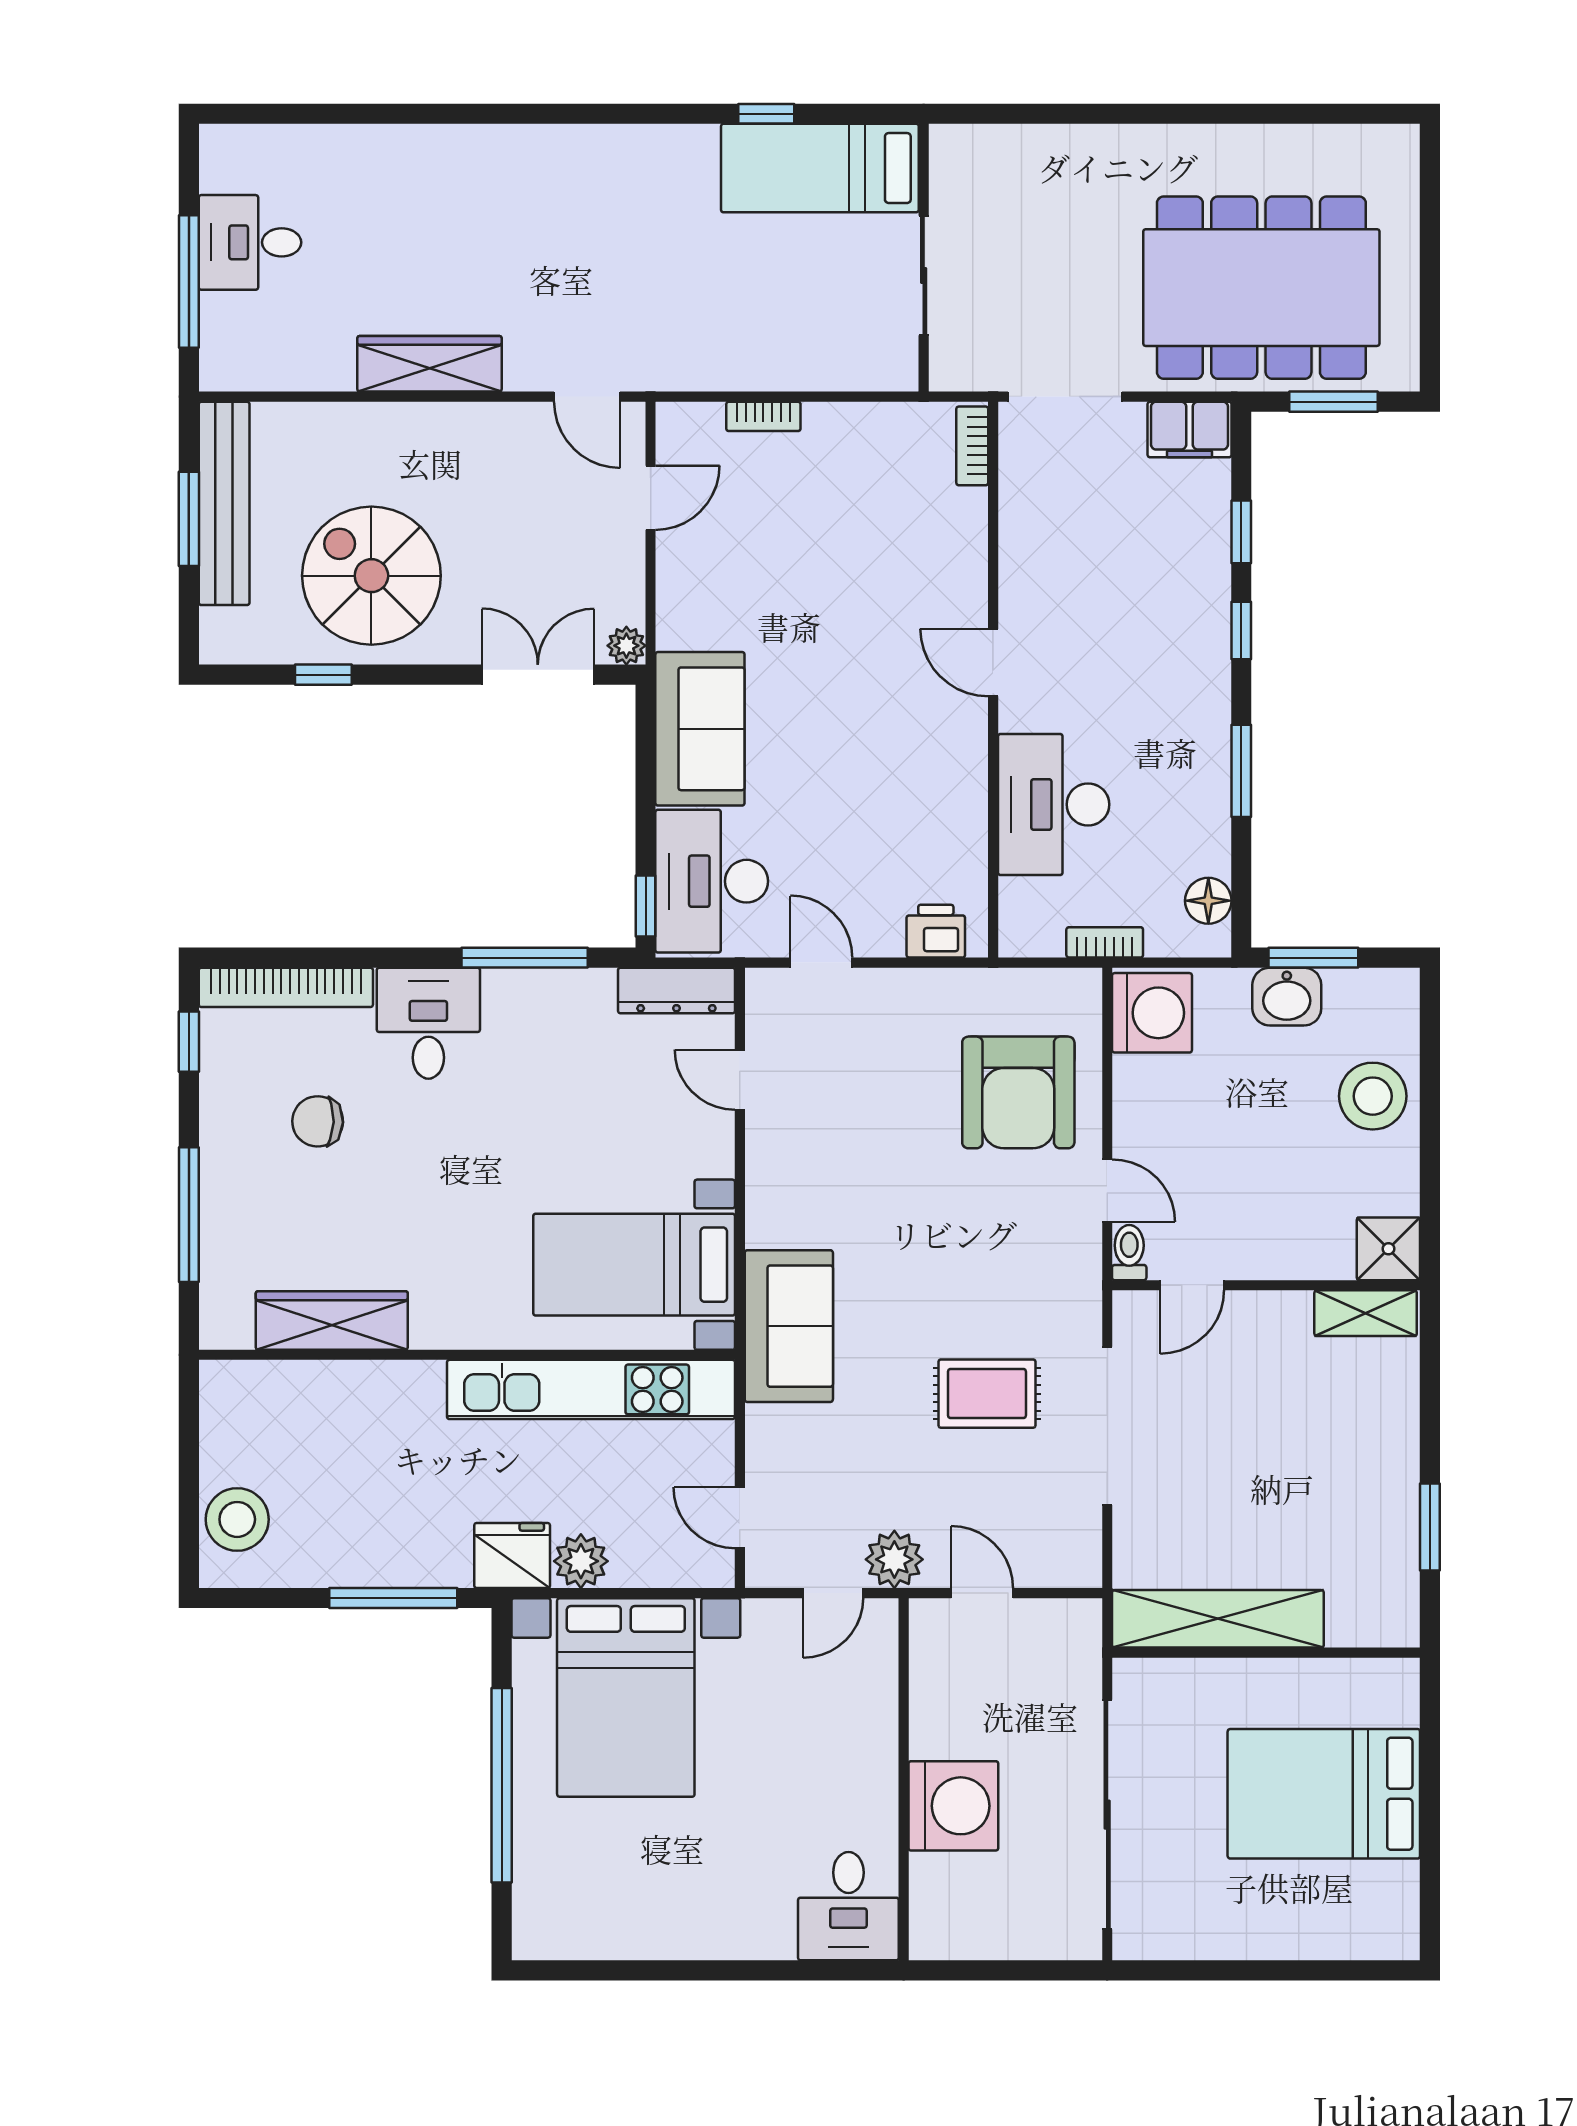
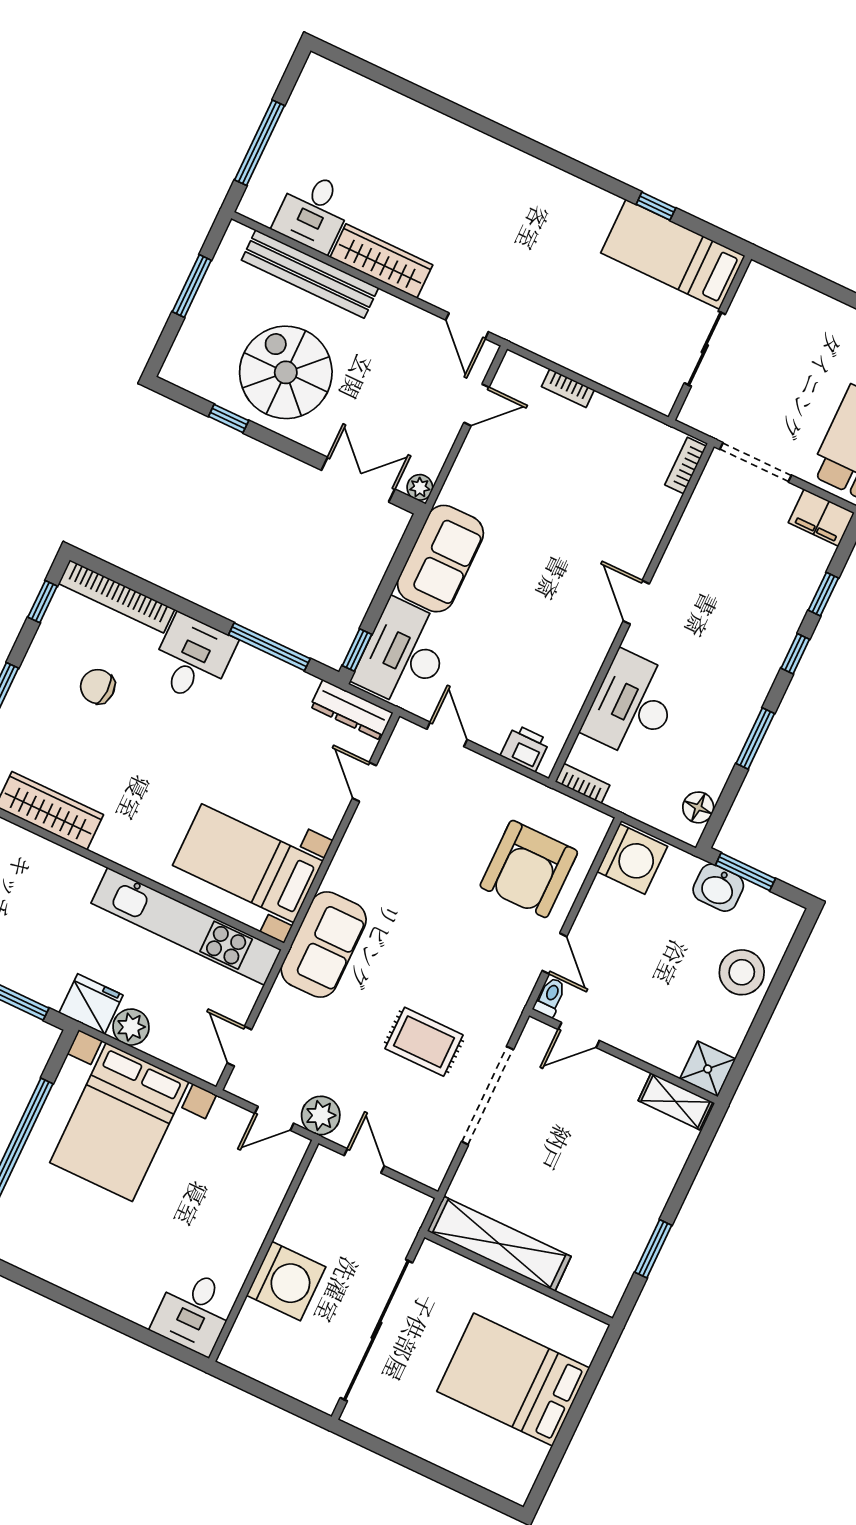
desk: (250, 242) -> (313, 212), moved, turned -90
bench: (224, 503) -> (310, 274), moved, turned 90
bookcase: (1105, 942) -> (583, 783), moved

